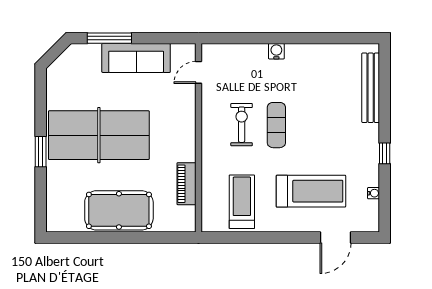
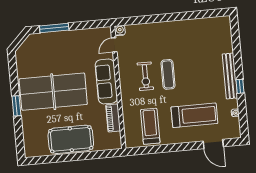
water cooler: (276, 51) -> (120, 30), moved
sofa: (136, 58) -> (106, 81), moved, turned 90
bench: (371, 88) -> (230, 76), moved
exercise bike: (242, 125) -> (145, 76), turned 180
door: (336, 238) -> (213, 144), hinge flipped

